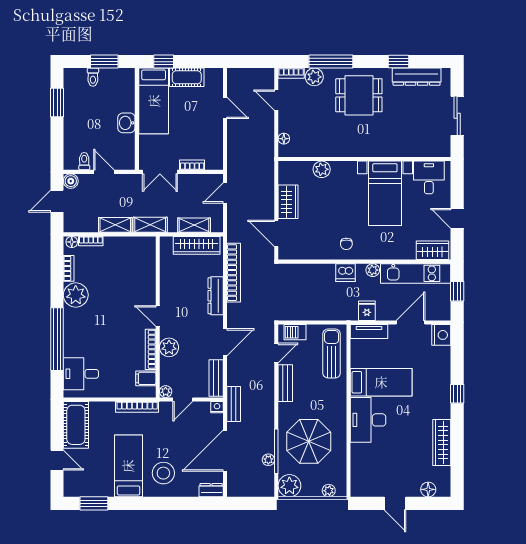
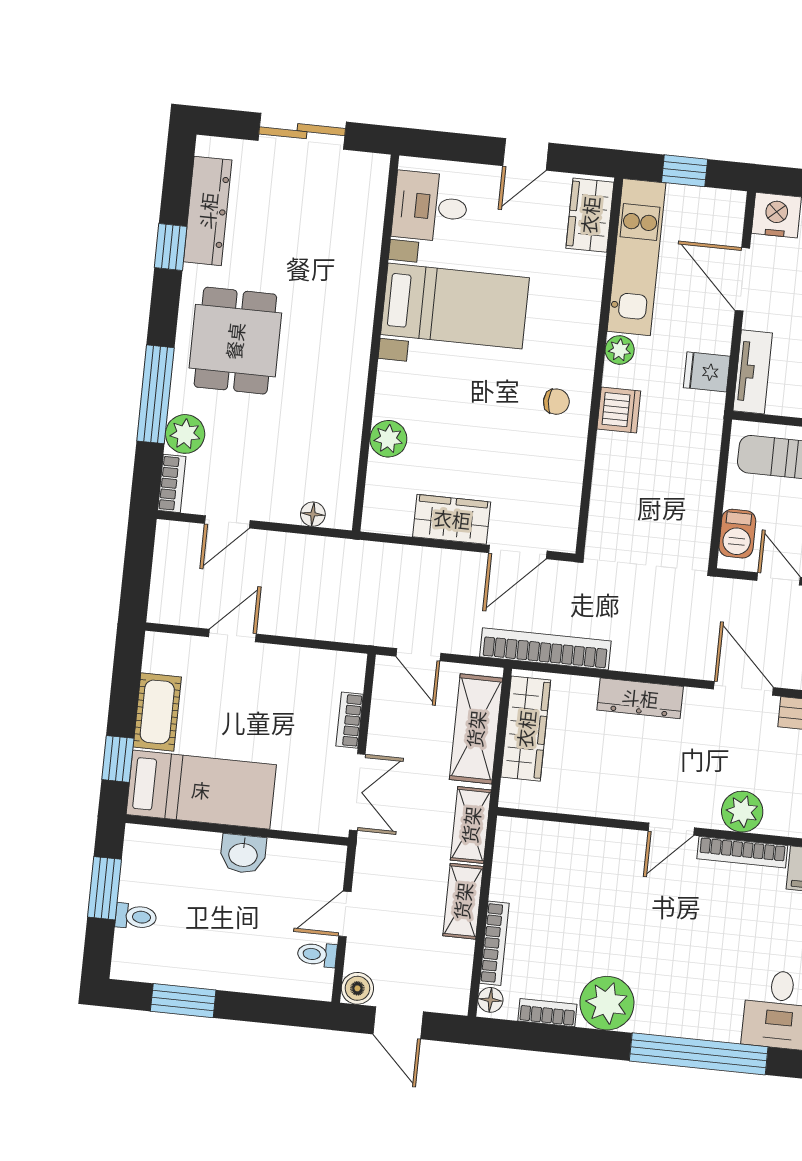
shelving: (194, 225) -> (476, 729), width x1.50, depth x1.33
bookcase: (91, 241) -> (494, 943), width x1.56
bookcase: (234, 273) -> (545, 649), moved

